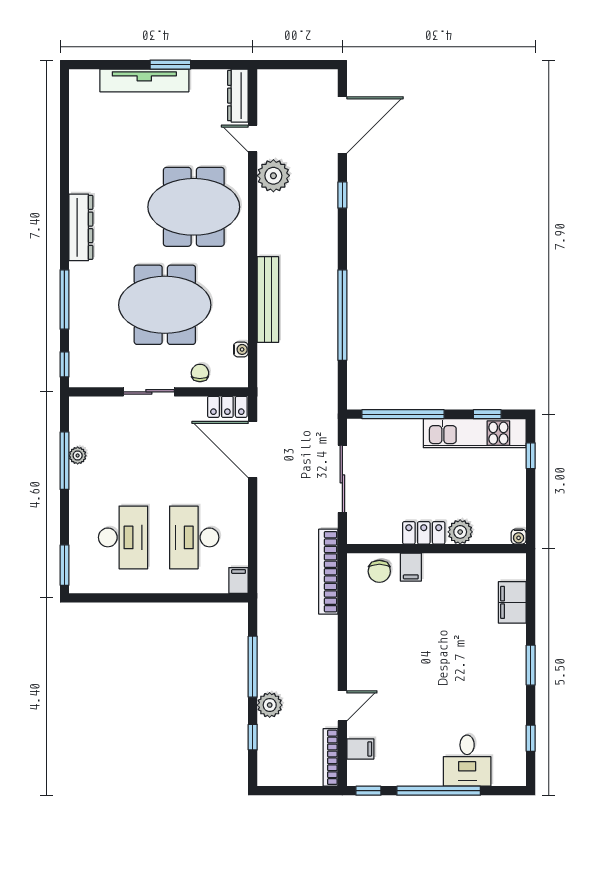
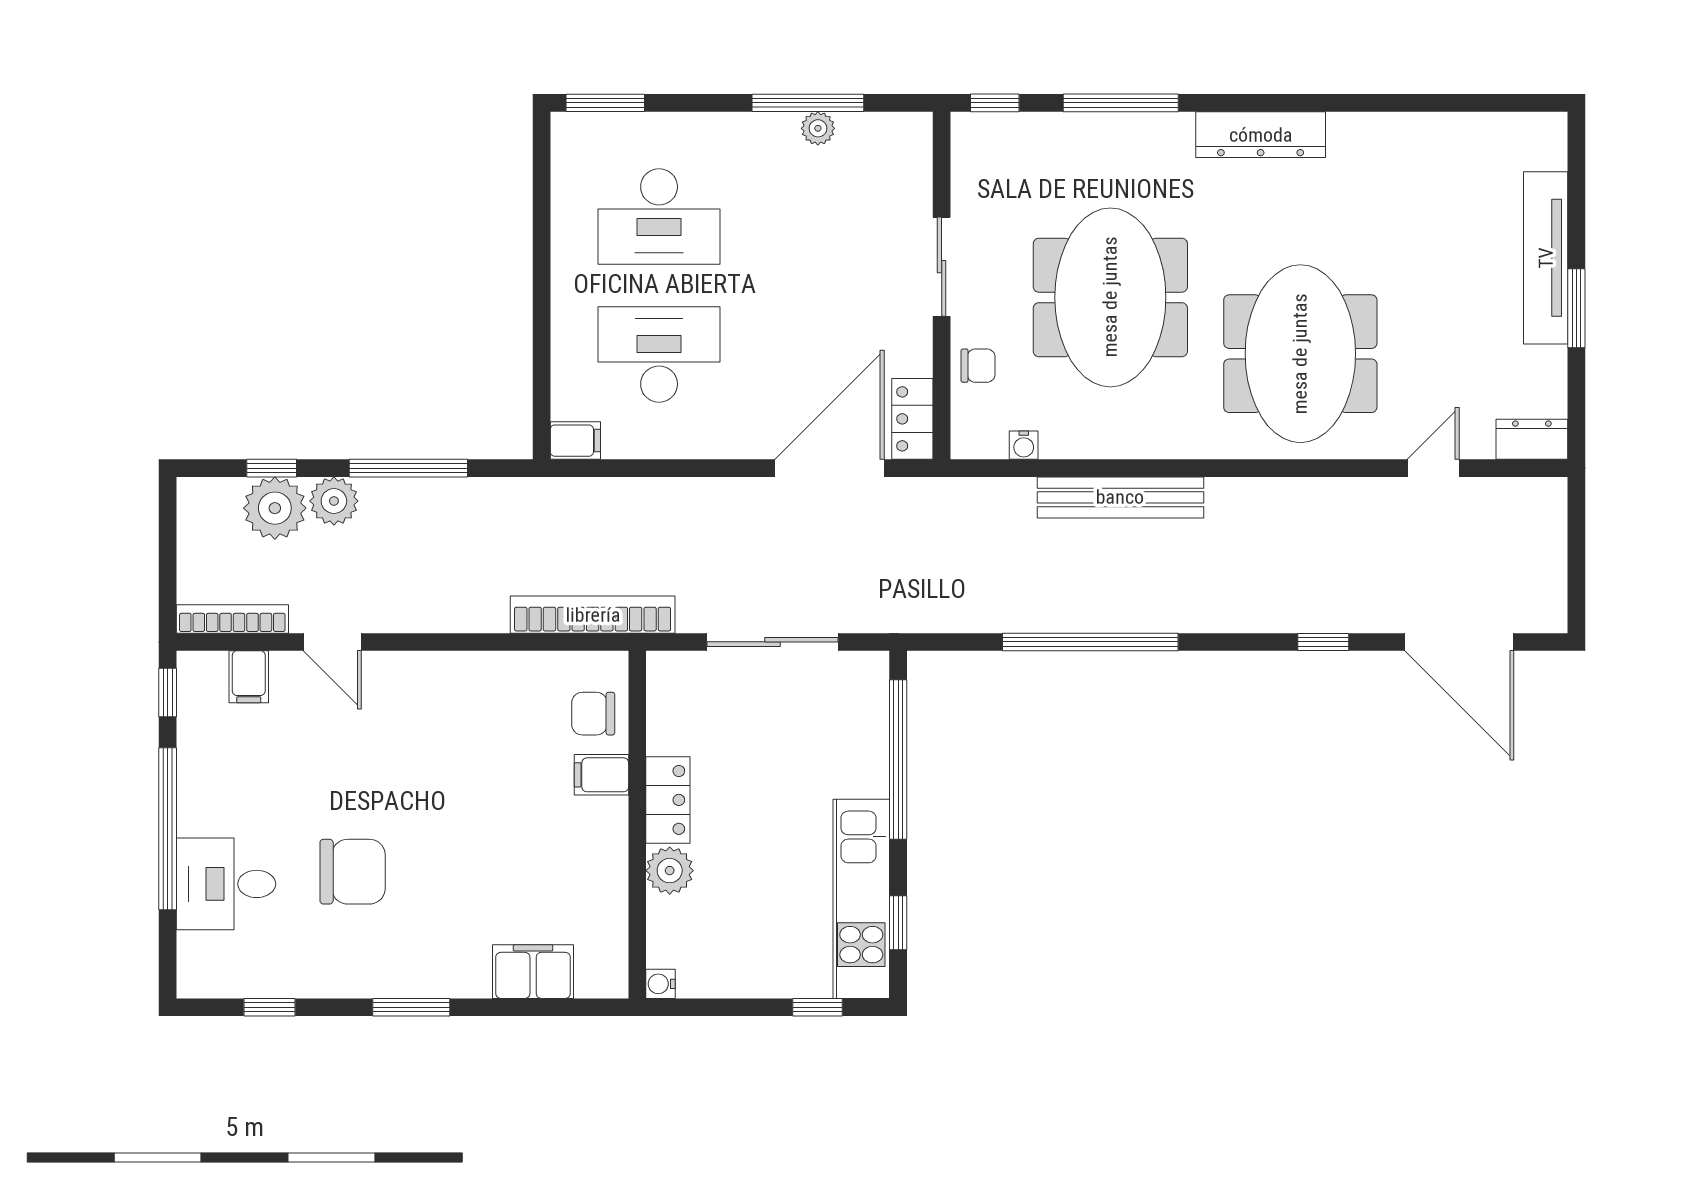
dresser: (238, 96) -> (1532, 439), width x0.70
plant: (273, 176) -> (275, 508), moved
chair: (461, 695) -> (353, 872), added

